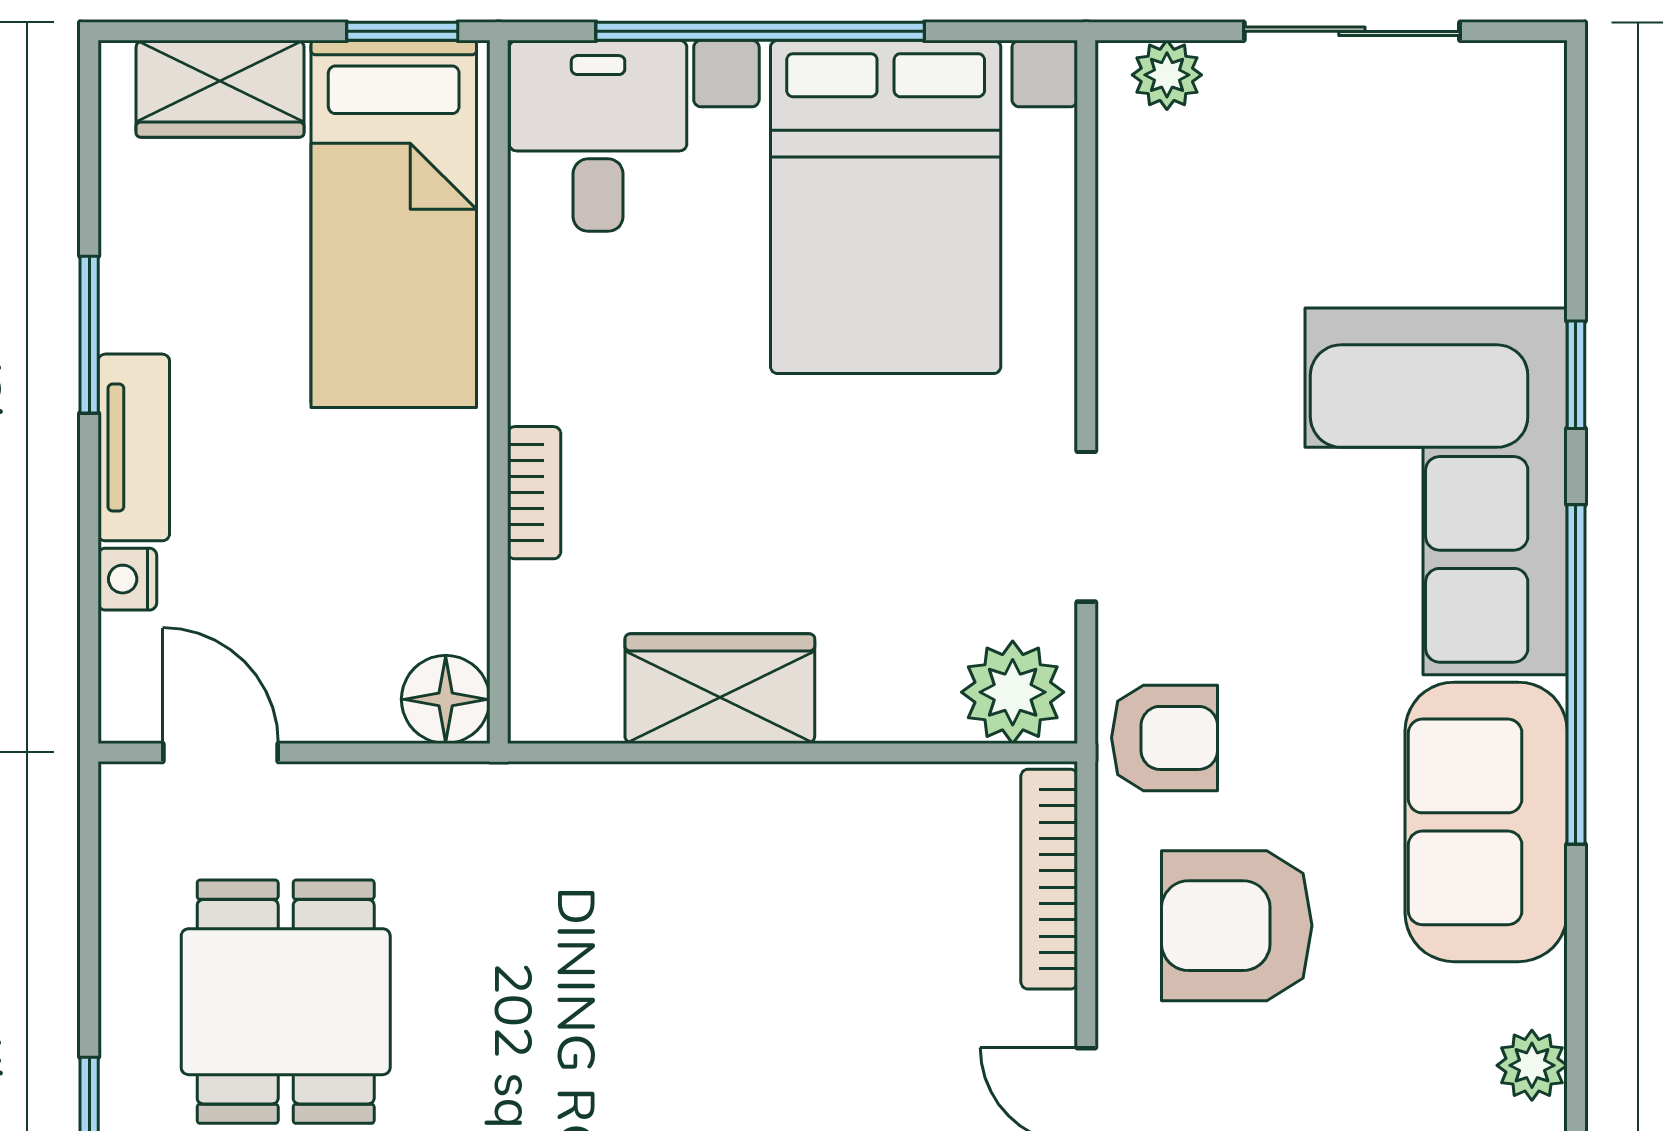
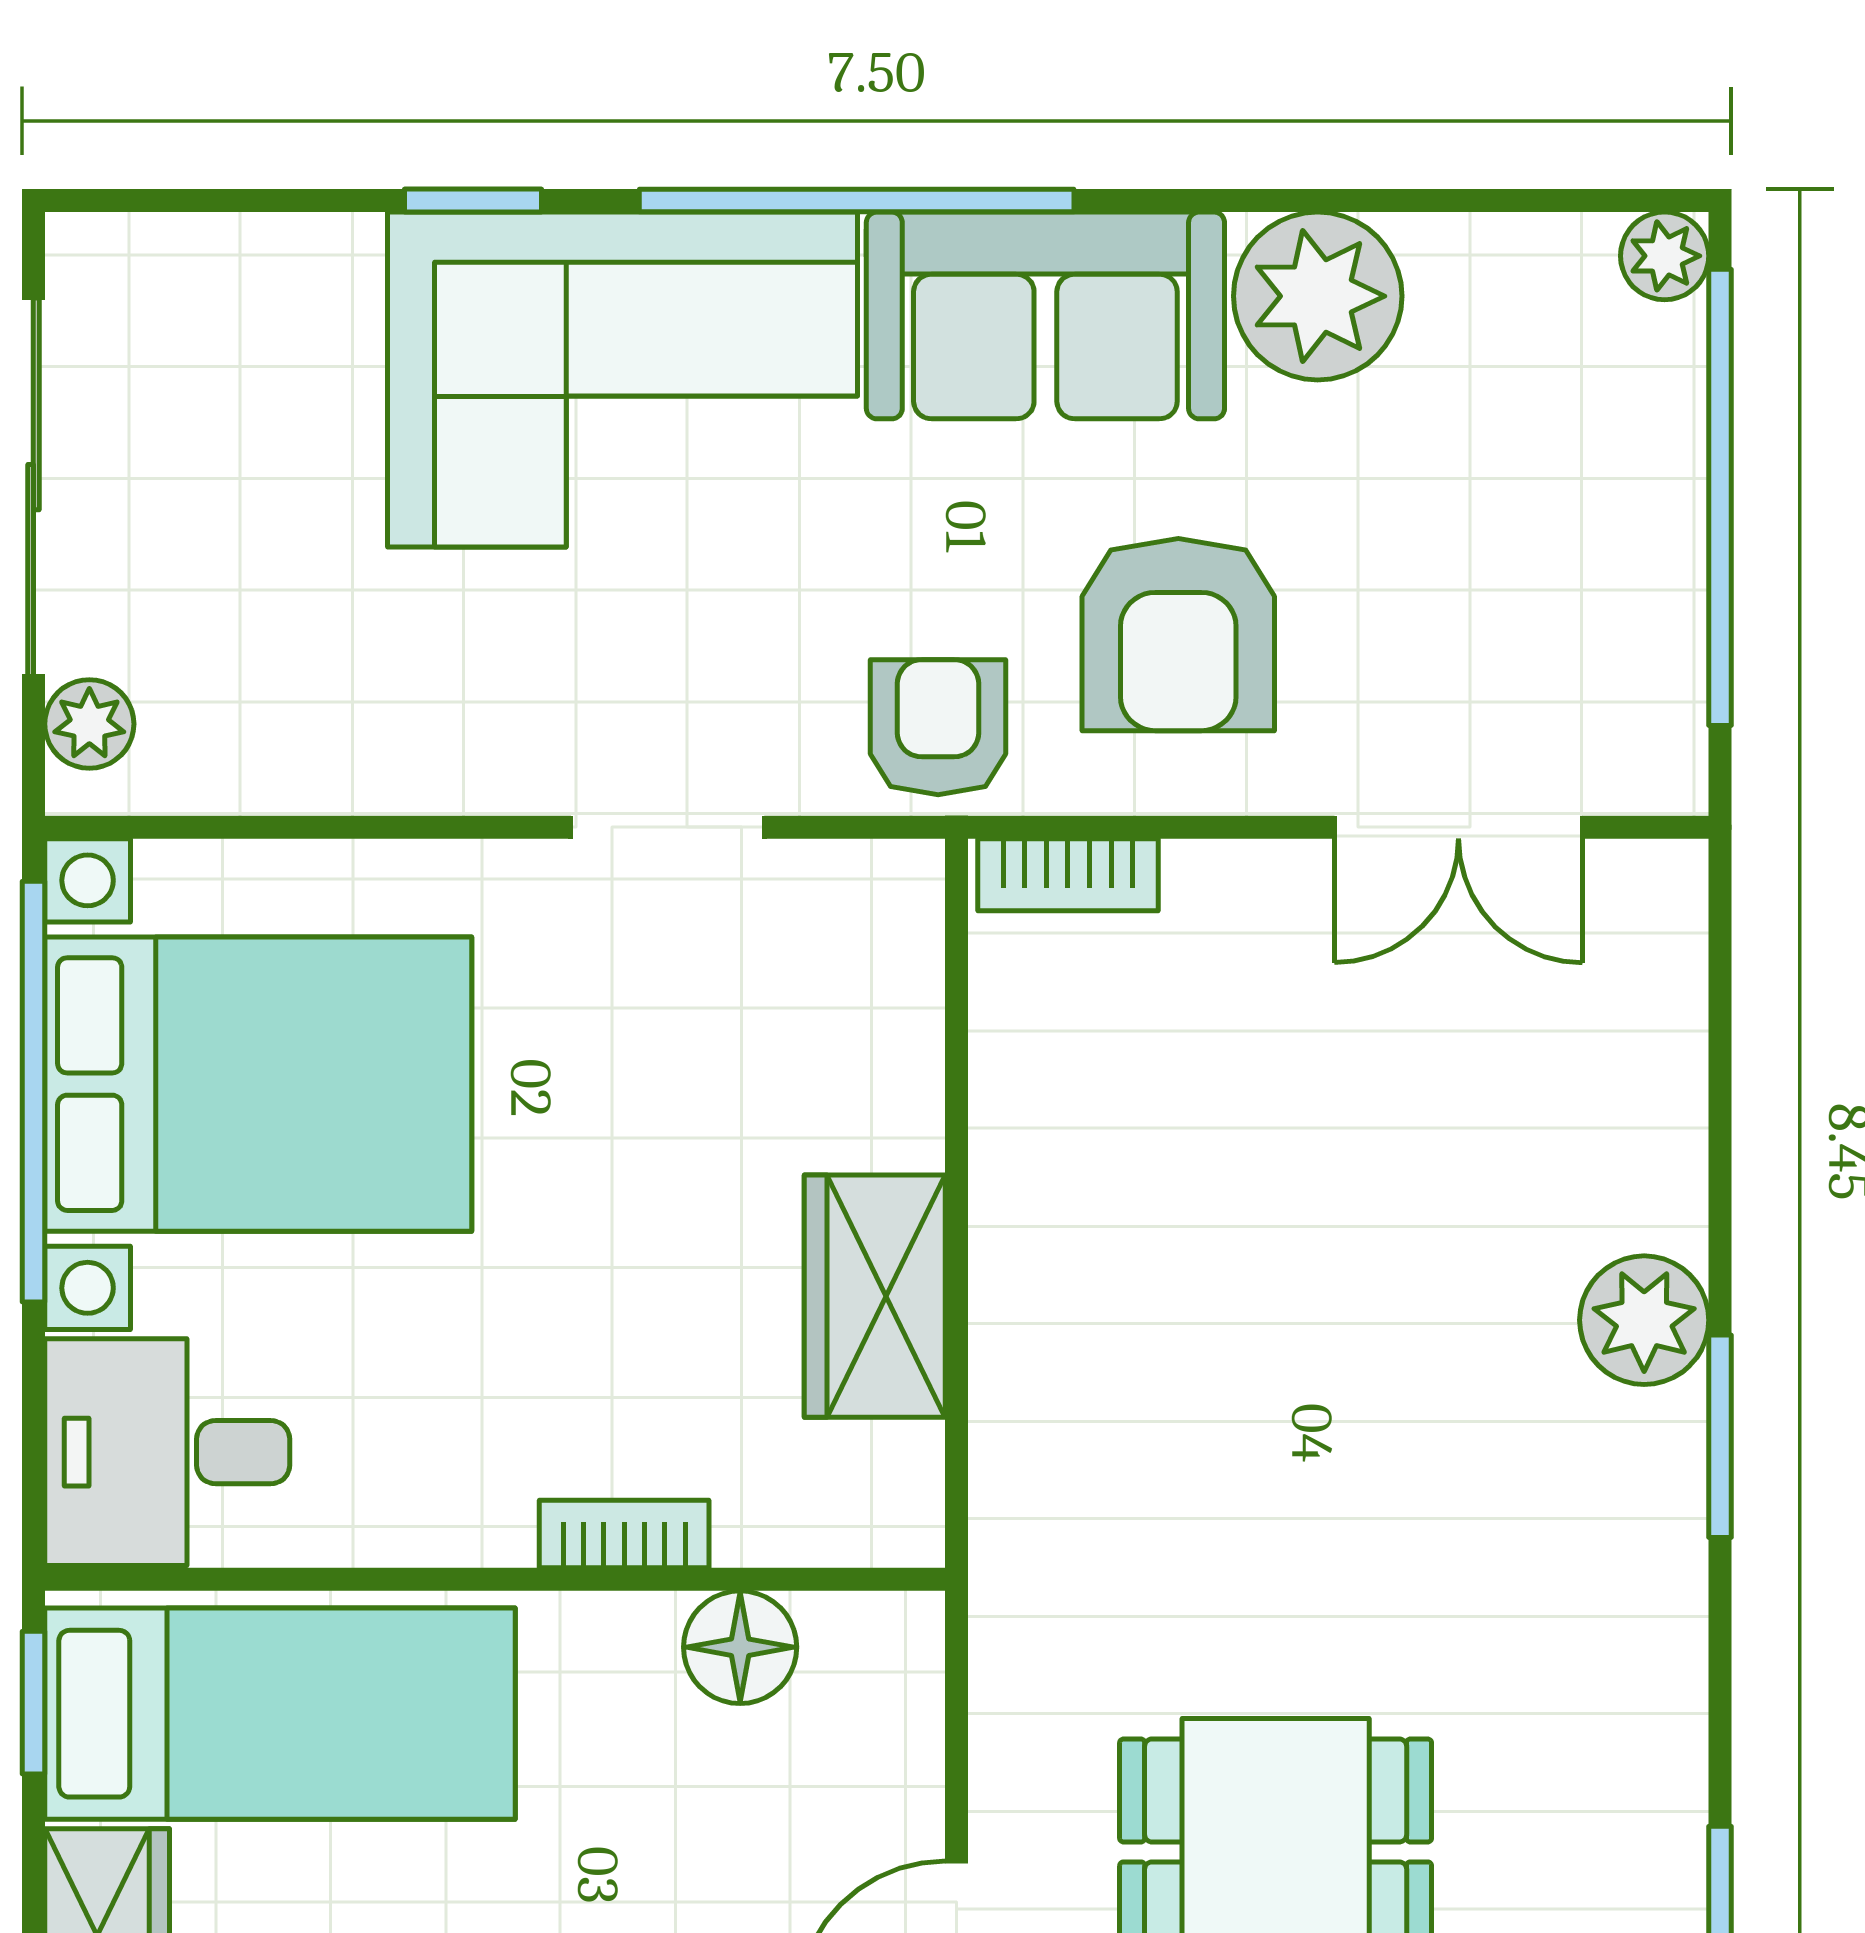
window: (760, 31) -> (33, 1092), moved
sliding door: (1352, 31) -> (33, 487), width x1.37
plant: (1013, 692) -> (879, 921), removed
floor lamp: (446, 699) -> (740, 1647), moved
bookcase: (1049, 879) -> (1068, 875), width x0.64
plant: (1532, 1065) -> (1318, 296), width x1.88, depth x1.88

